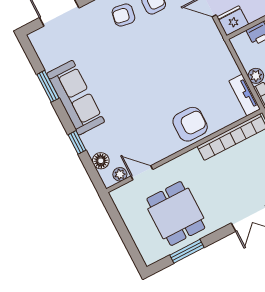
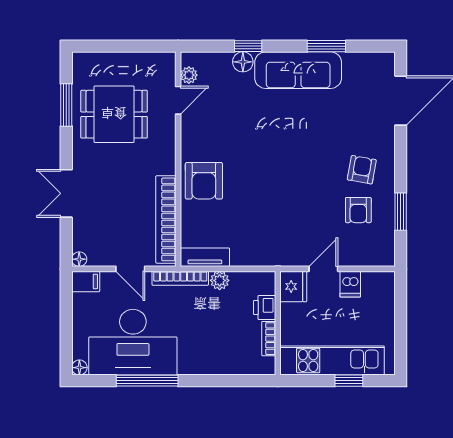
floor lamp: (101, 161) -> (243, 62), moved

